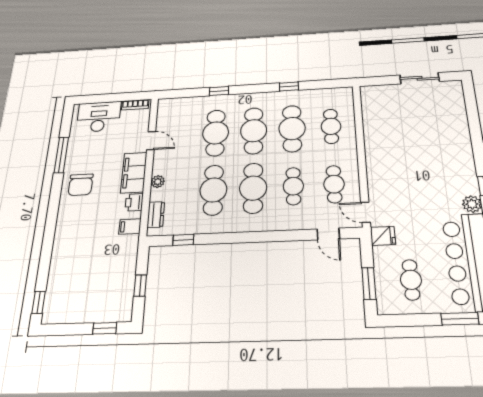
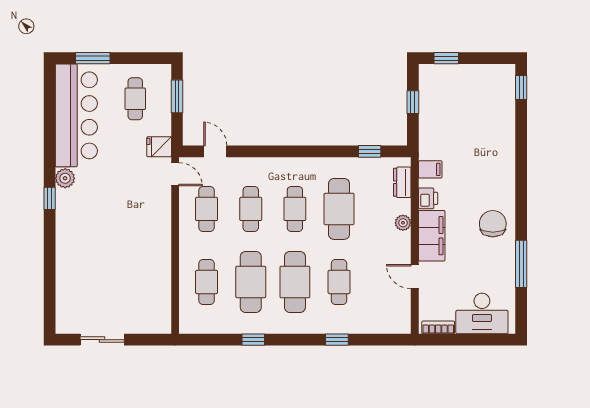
cafe table: (216, 133) -> (339, 282), width x0.73, depth x0.74
cafe table: (253, 188) -> (295, 209), width x0.73, depth x0.74

